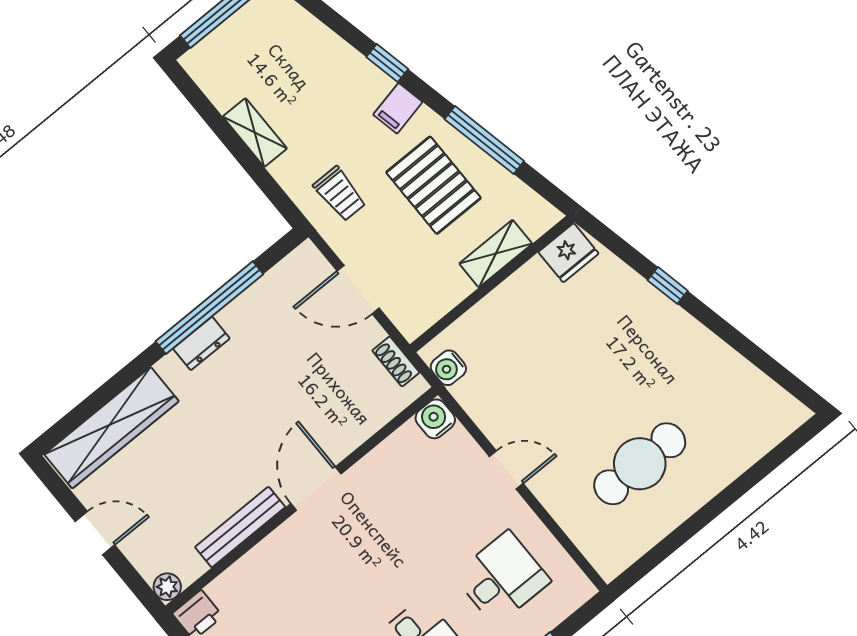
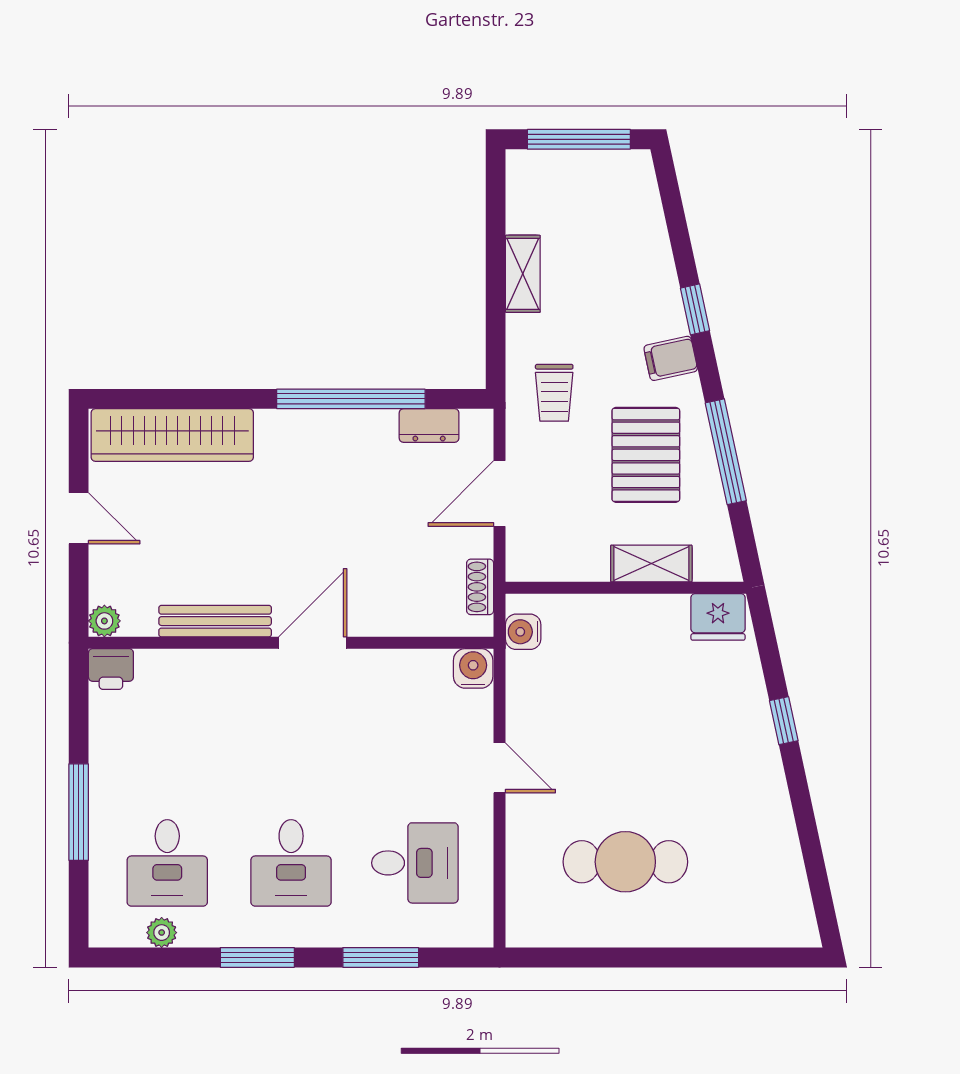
door: (358, 290) -> (500, 493), hinge flipped
dresser: (201, 343) -> (429, 425), moved

